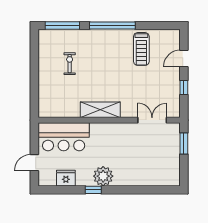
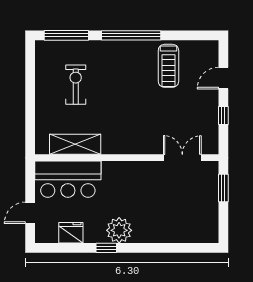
exercise bike: (70, 64) -> (76, 85), width x1.38, depth x1.39
shelving: (100, 110) -> (75, 144), moved

